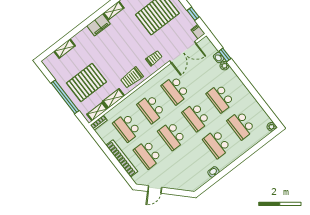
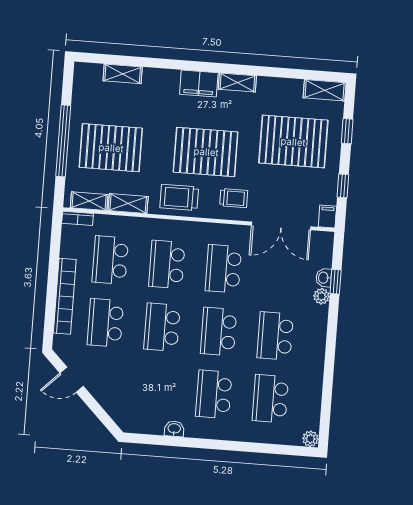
pallet: (126, 50) -> (206, 152), added

